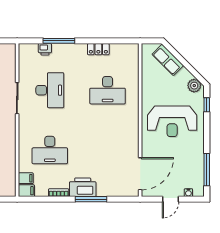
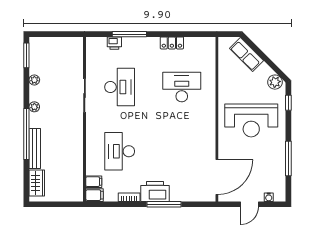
desk: (108, 90) -> (182, 87), turned 180
desk: (50, 150) -> (120, 151), turned 90
window: (207, 170) -> (288, 158), moved

